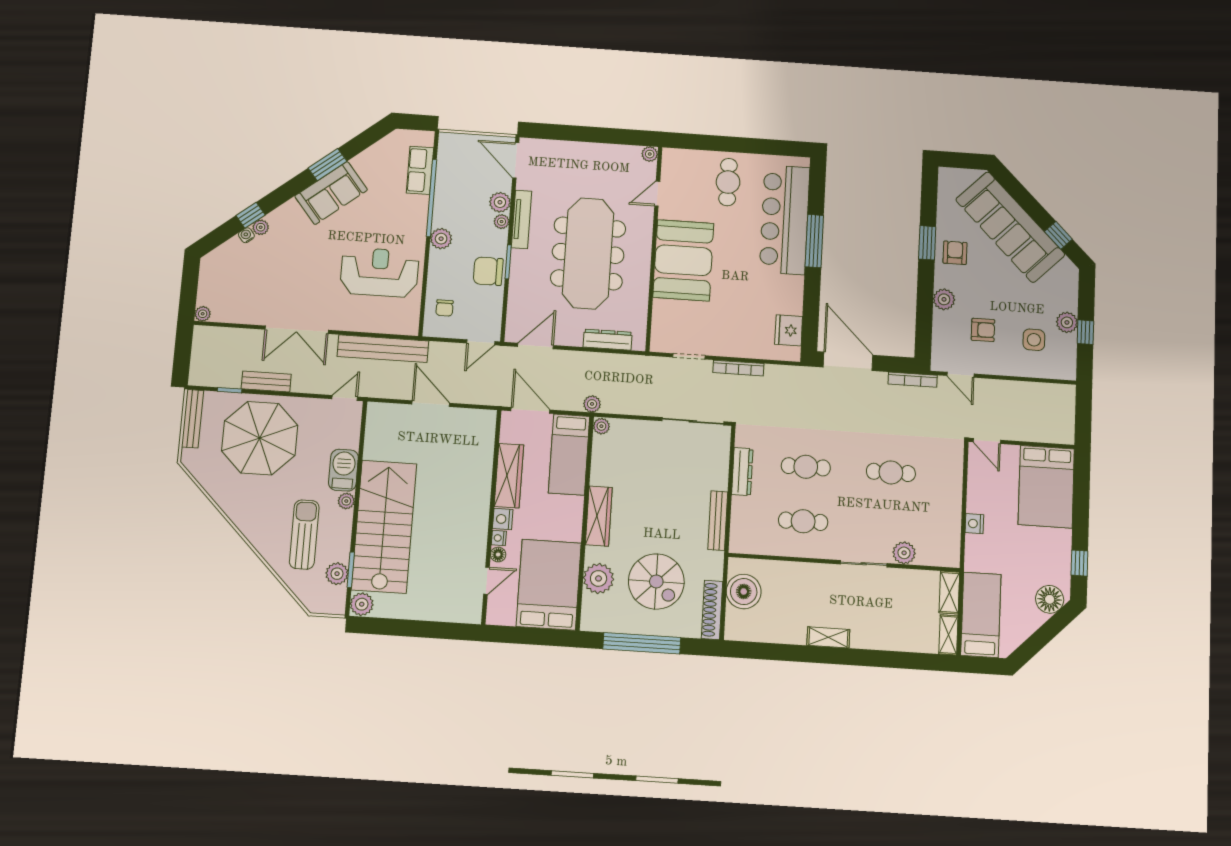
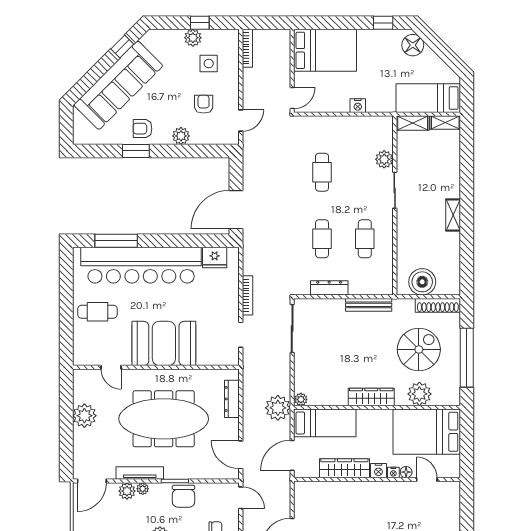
plant: (650, 154) -> (84, 416), moved, width x1.88, depth x1.88
bar counter: (785, 220) -> (141, 265), width x1.36
window: (814, 241) -> (116, 241), moved
bookcase: (913, 380) -> (247, 48), moved
plant: (592, 404) -> (278, 408), width x1.88, depth x1.88

